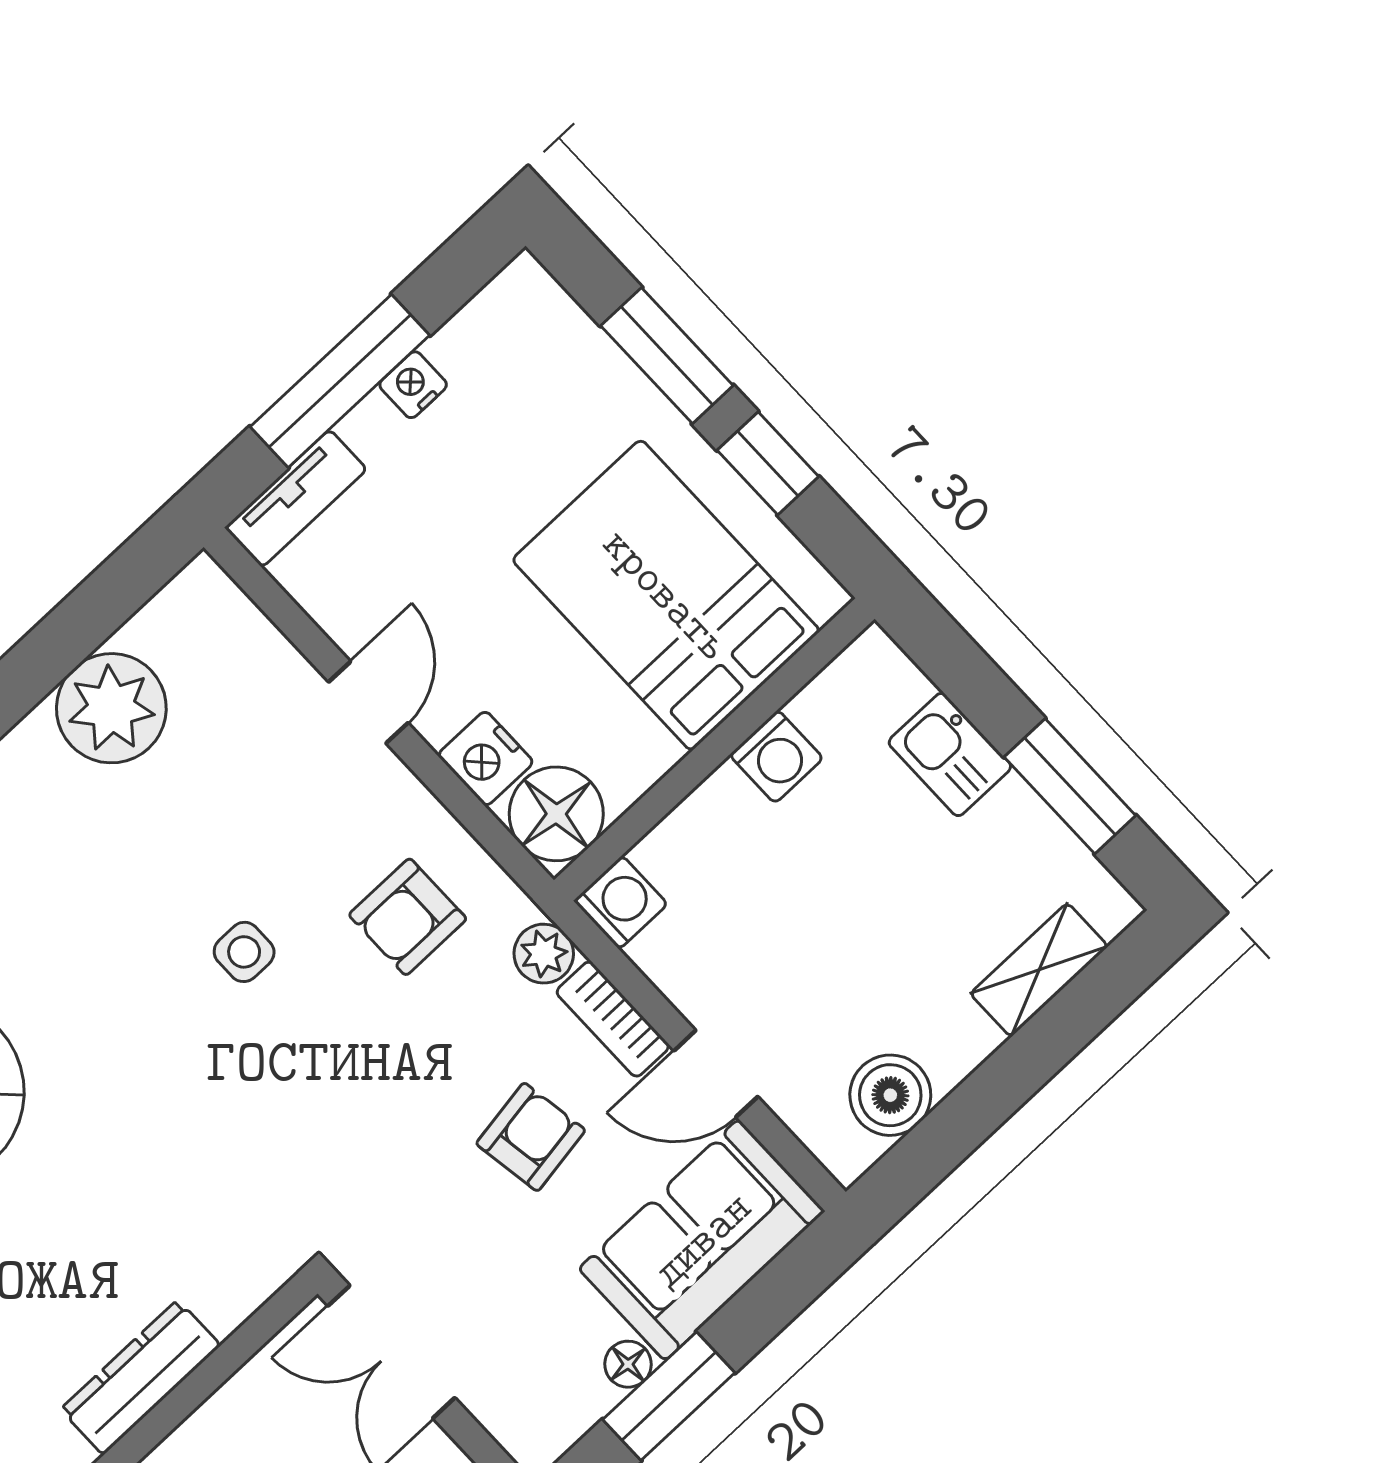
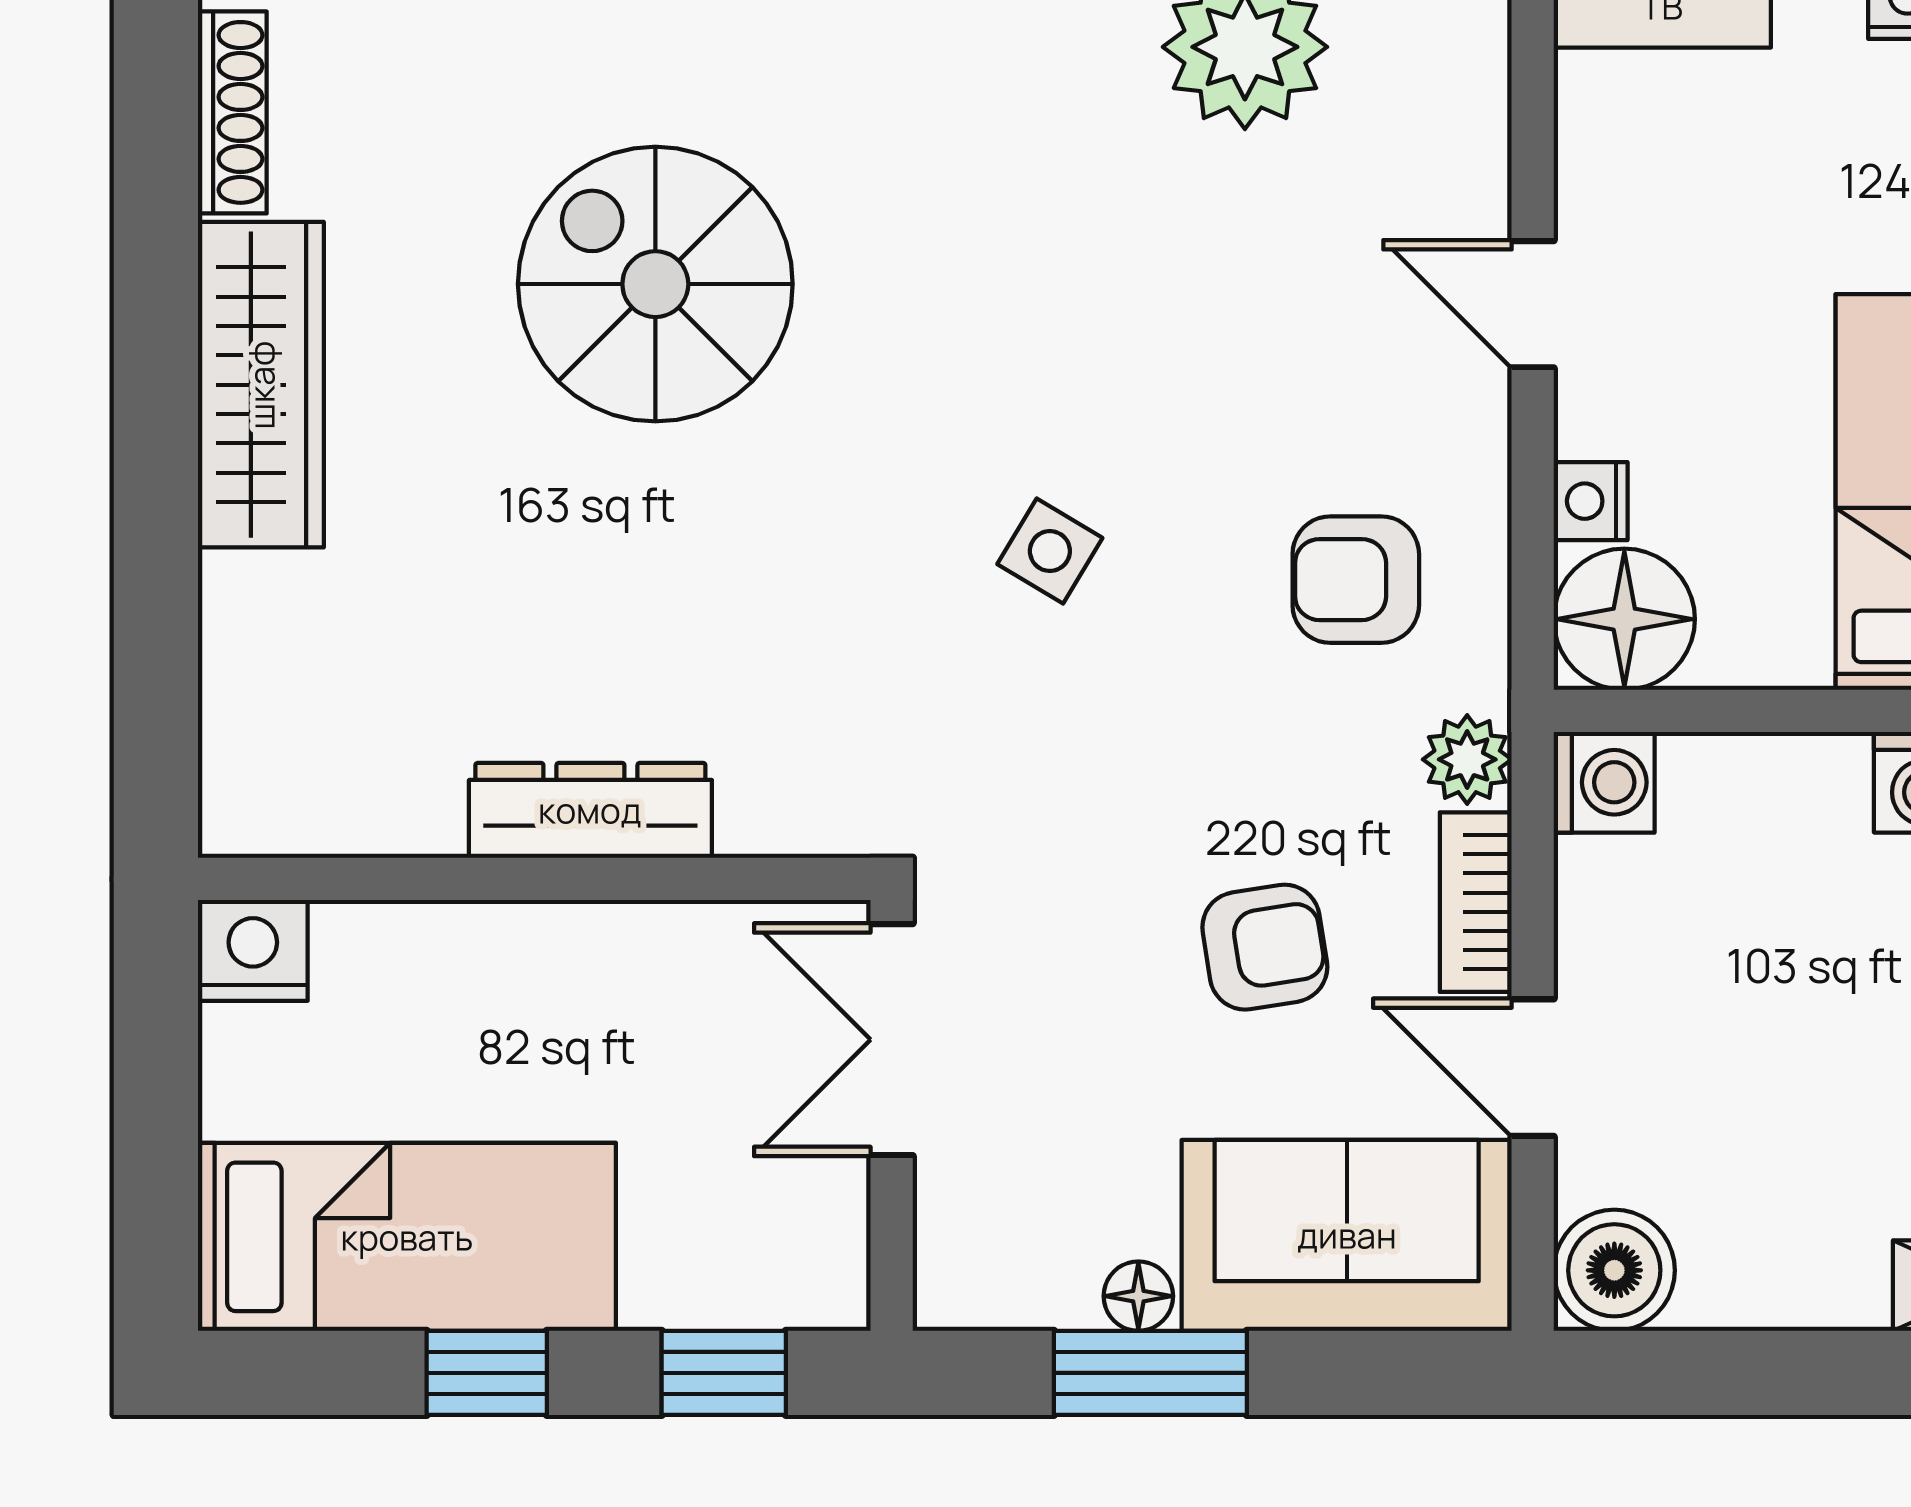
door: (368, 702) -> (1533, 304), swing flipped
nightstand: (486, 758) -> (1591, 501), width x0.72, depth x0.74
side table: (244, 952) -> (1050, 551), moved, turned 31
boiler: (890, 1095) -> (1614, 1270), moved

